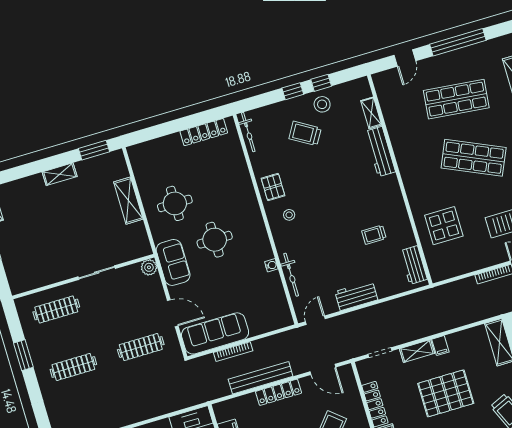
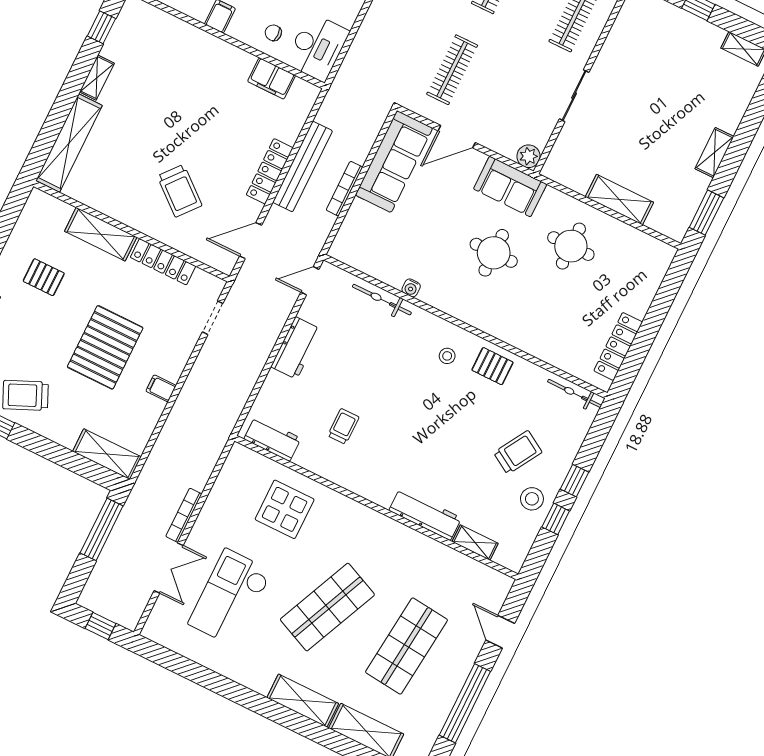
door: (315, 320) -> (310, 281), swing flipped
shelving: (417, 351) -> (178, 358), removed
bookcase: (233, 352) -> (344, 189), moved

